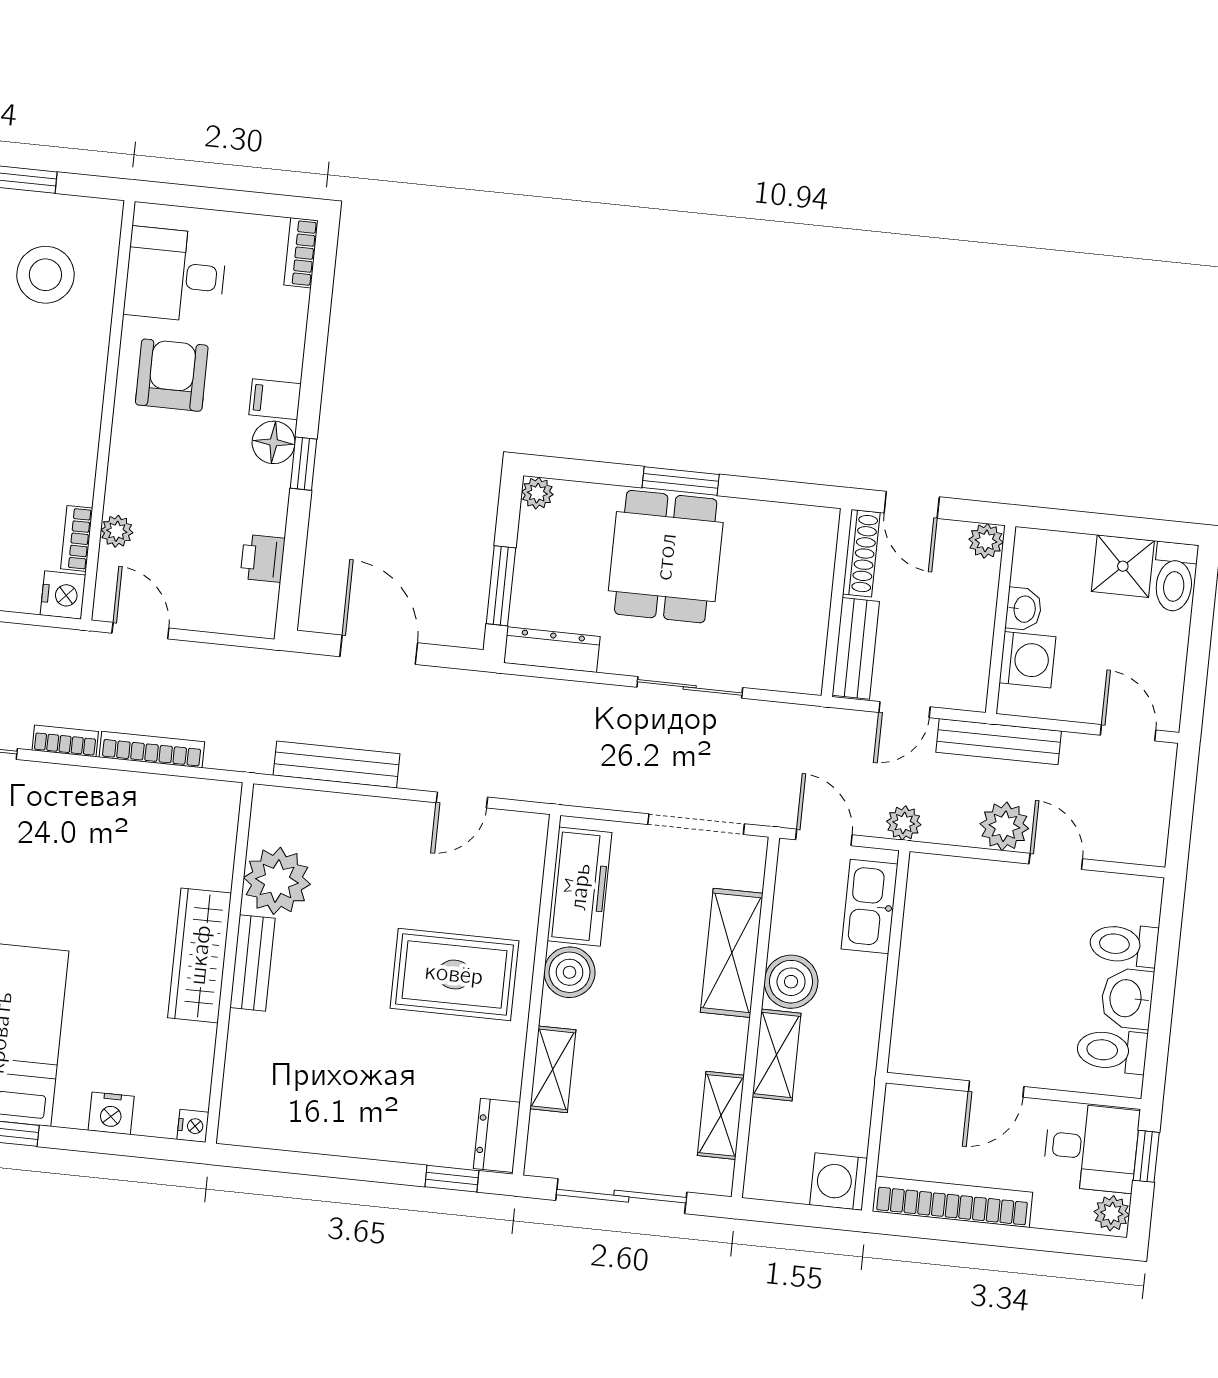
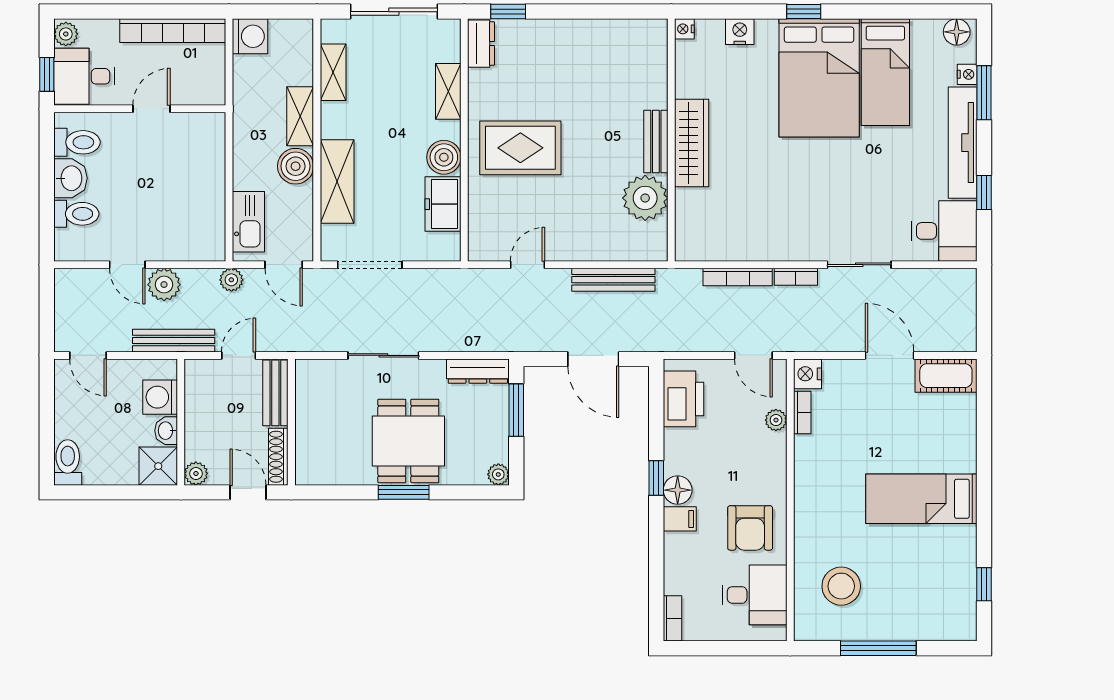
printer: (263, 558) -> (683, 399), width x1.87, depth x1.48
shower: (1123, 566) -> (158, 466), moved
freezer: (580, 887) -> (443, 204), width x0.71

